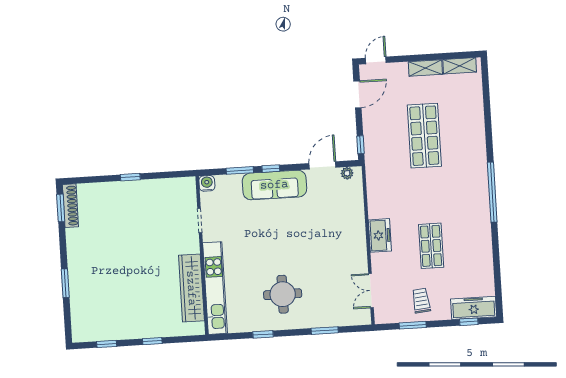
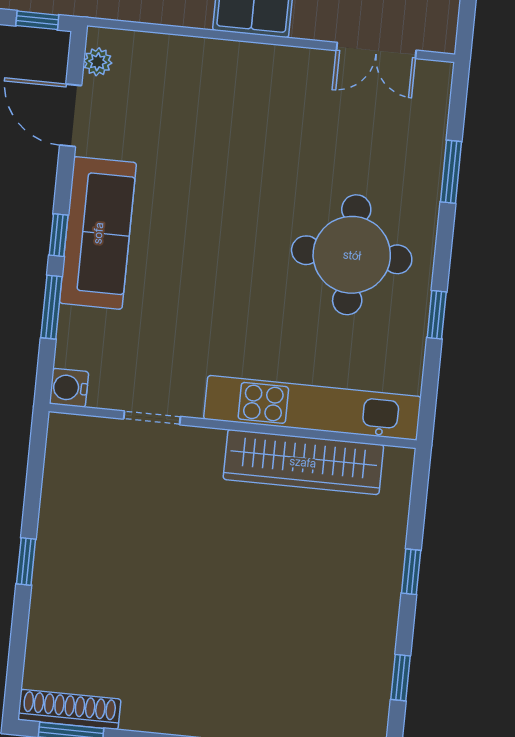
round table: (283, 294) -> (352, 255), width x1.36, depth x1.36

